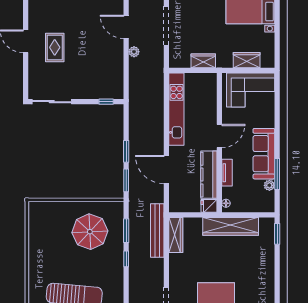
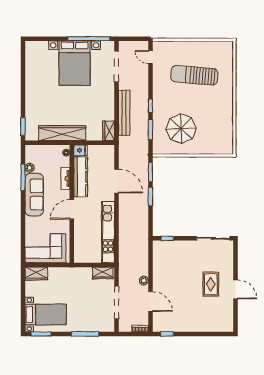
wardrobe: (247, 60) -> (36, 273), moved
wardrobe: (203, 61) -> (103, 273), moved
bench: (157, 230) -> (124, 113), moved
wardrobe: (176, 235) -> (109, 131), width x0.67

